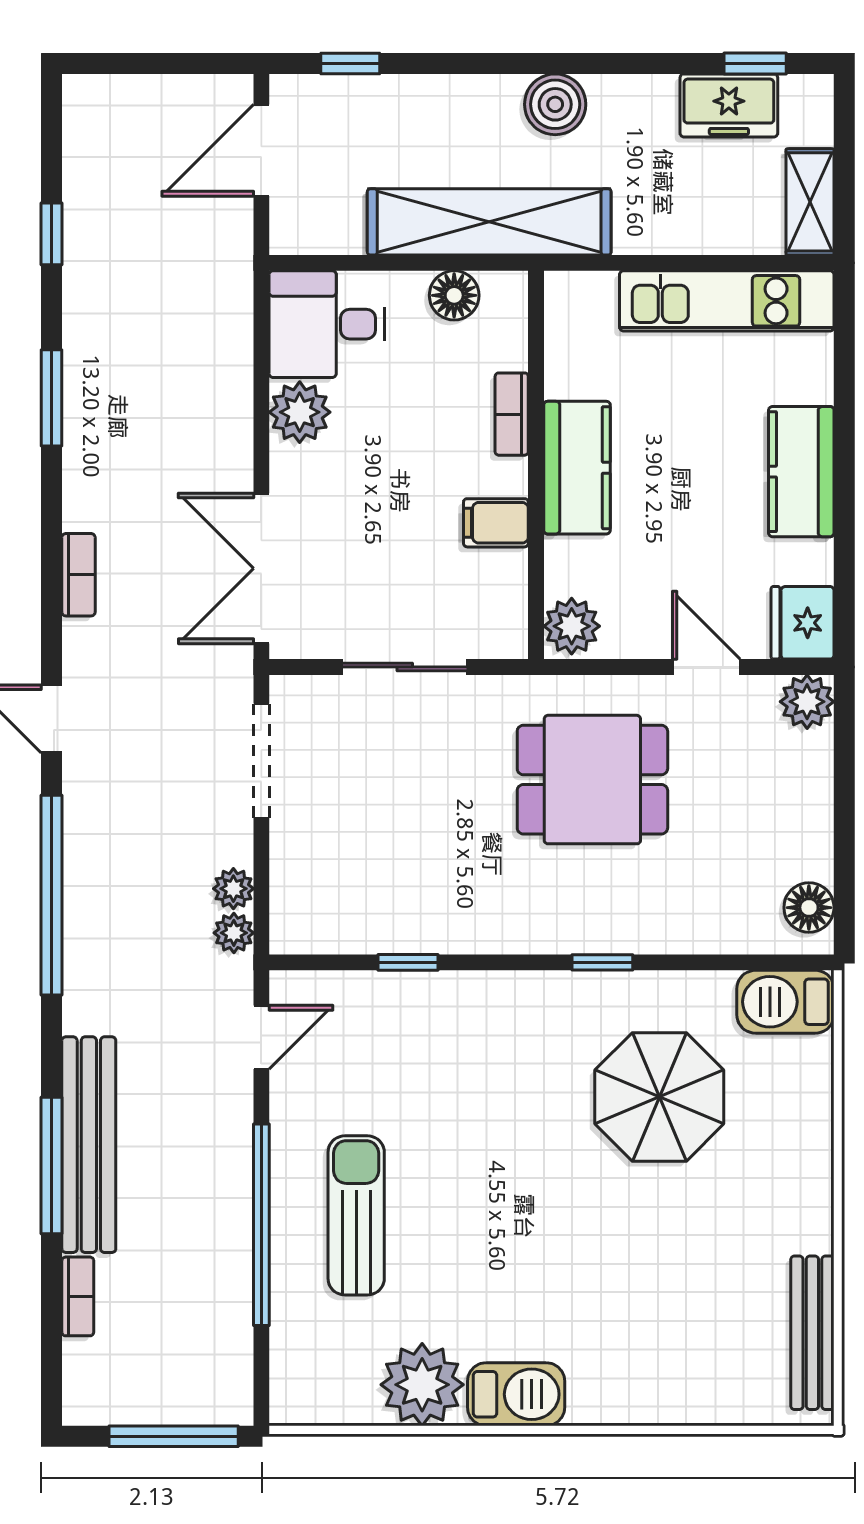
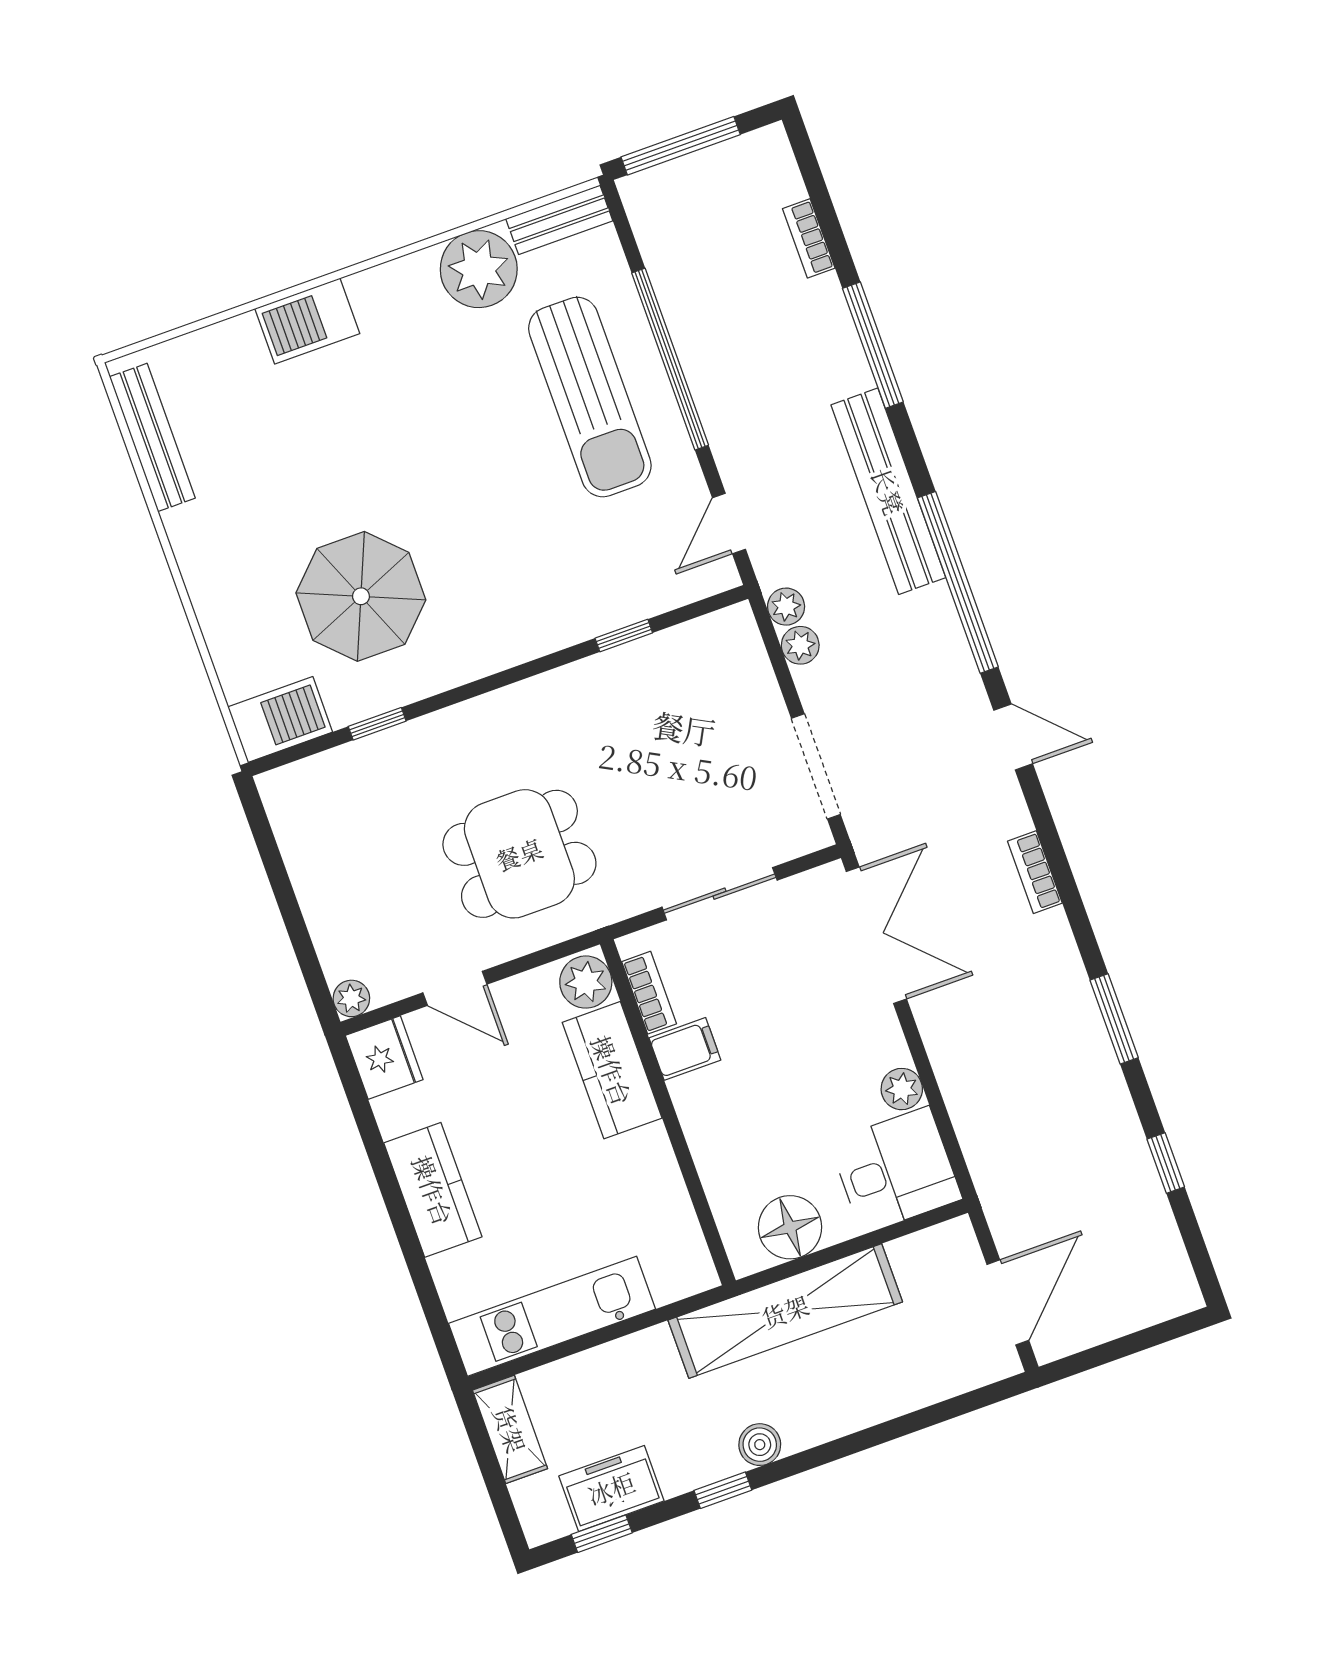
window: (350, 63) -> (723, 1490), moved
boiler: (555, 104) -> (760, 1445), width x0.73, depth x0.73
floor lamp: (454, 295) -> (790, 1227), width x1.38, depth x1.38
plant: (300, 412) -> (902, 1089), width x0.73, depth x0.73
bookcase: (512, 414) -> (649, 993), moved
kitchen counter: (577, 468) -> (612, 1070), moved
plant: (807, 702) -> (351, 998), width x0.73, depth x0.73
floor lamp: (809, 908) -> (289, 810), removed
window: (602, 962) -> (377, 724), moved
bench: (89, 1145) -> (888, 491), moved
sun lounger: (356, 1215) -> (590, 397), width x1.36, depth x1.34
barbecue: (516, 1394) -> (307, 321), moved
bench: (323, 1405) -> (559, 220), added

